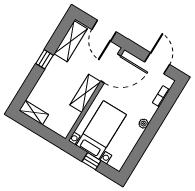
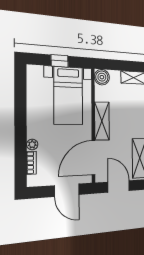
door: (157, 63) -> (67, 190), moved
plant: (144, 124) -> (32, 145), moved
boiler: (63, 129) -> (102, 77), added

